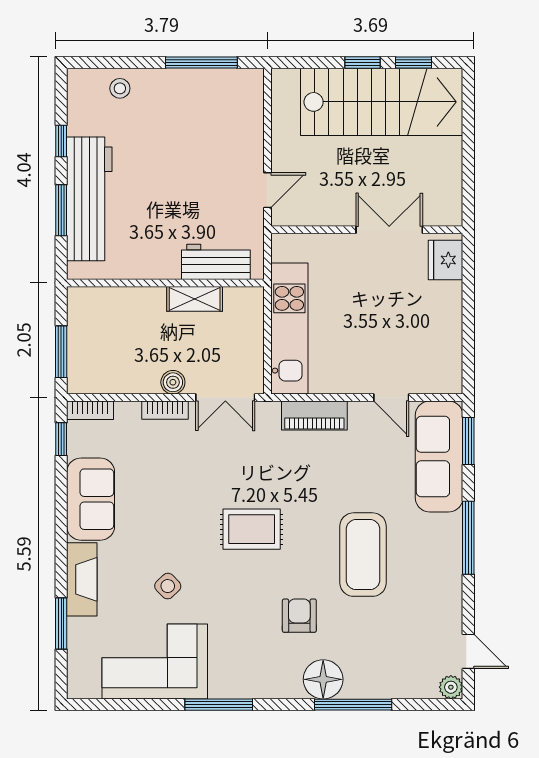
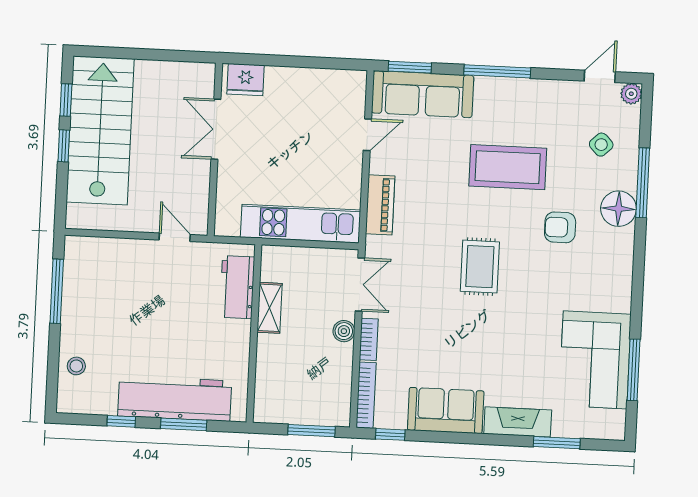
bookcase: (90, 410) -> (366, 395), width x1.56
side table: (168, 586) -> (601, 145), moved
window: (219, 705) -> (634, 370), moved

